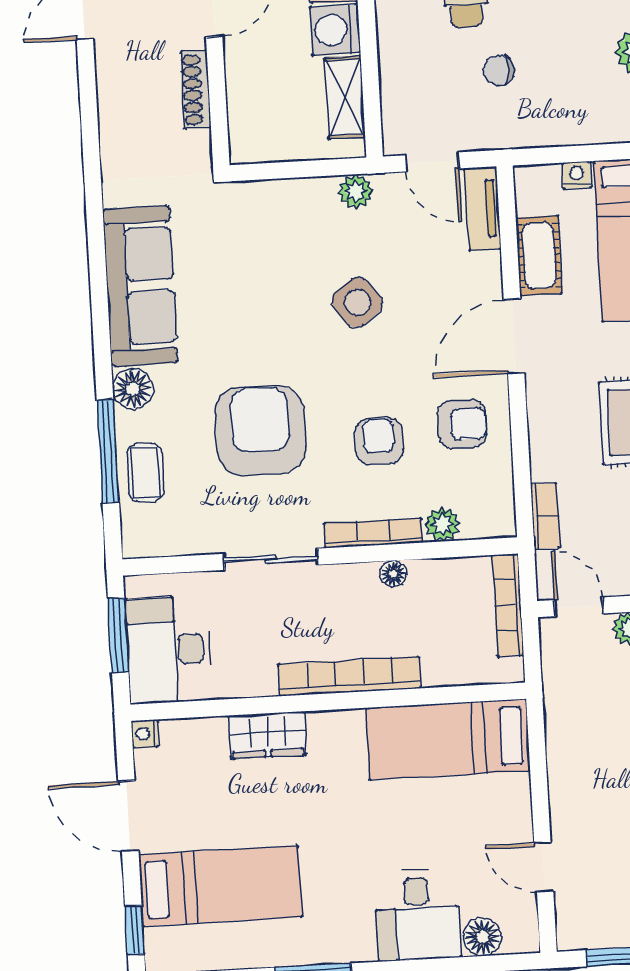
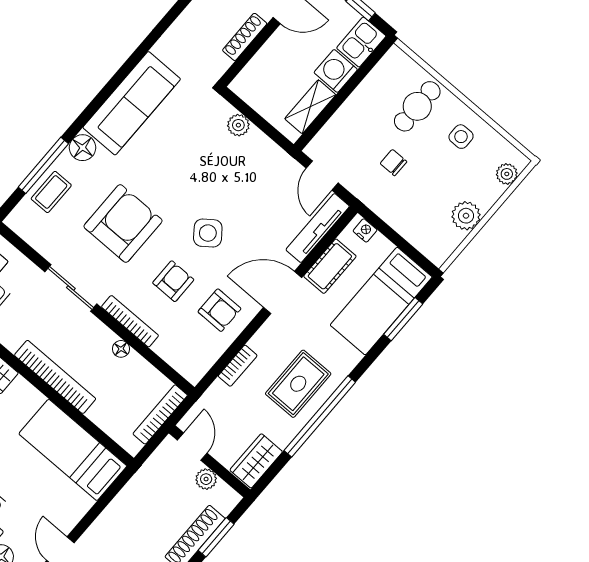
nightstand: (577, 175) -> (365, 230), moved
plant: (356, 191) -> (238, 125), moved
tv unit: (483, 209) -> (318, 228), width x1.41
side table: (357, 302) -> (208, 233), moved
bookcase: (545, 516) -> (238, 366), moved
plant: (442, 524) -> (166, 348), removed

